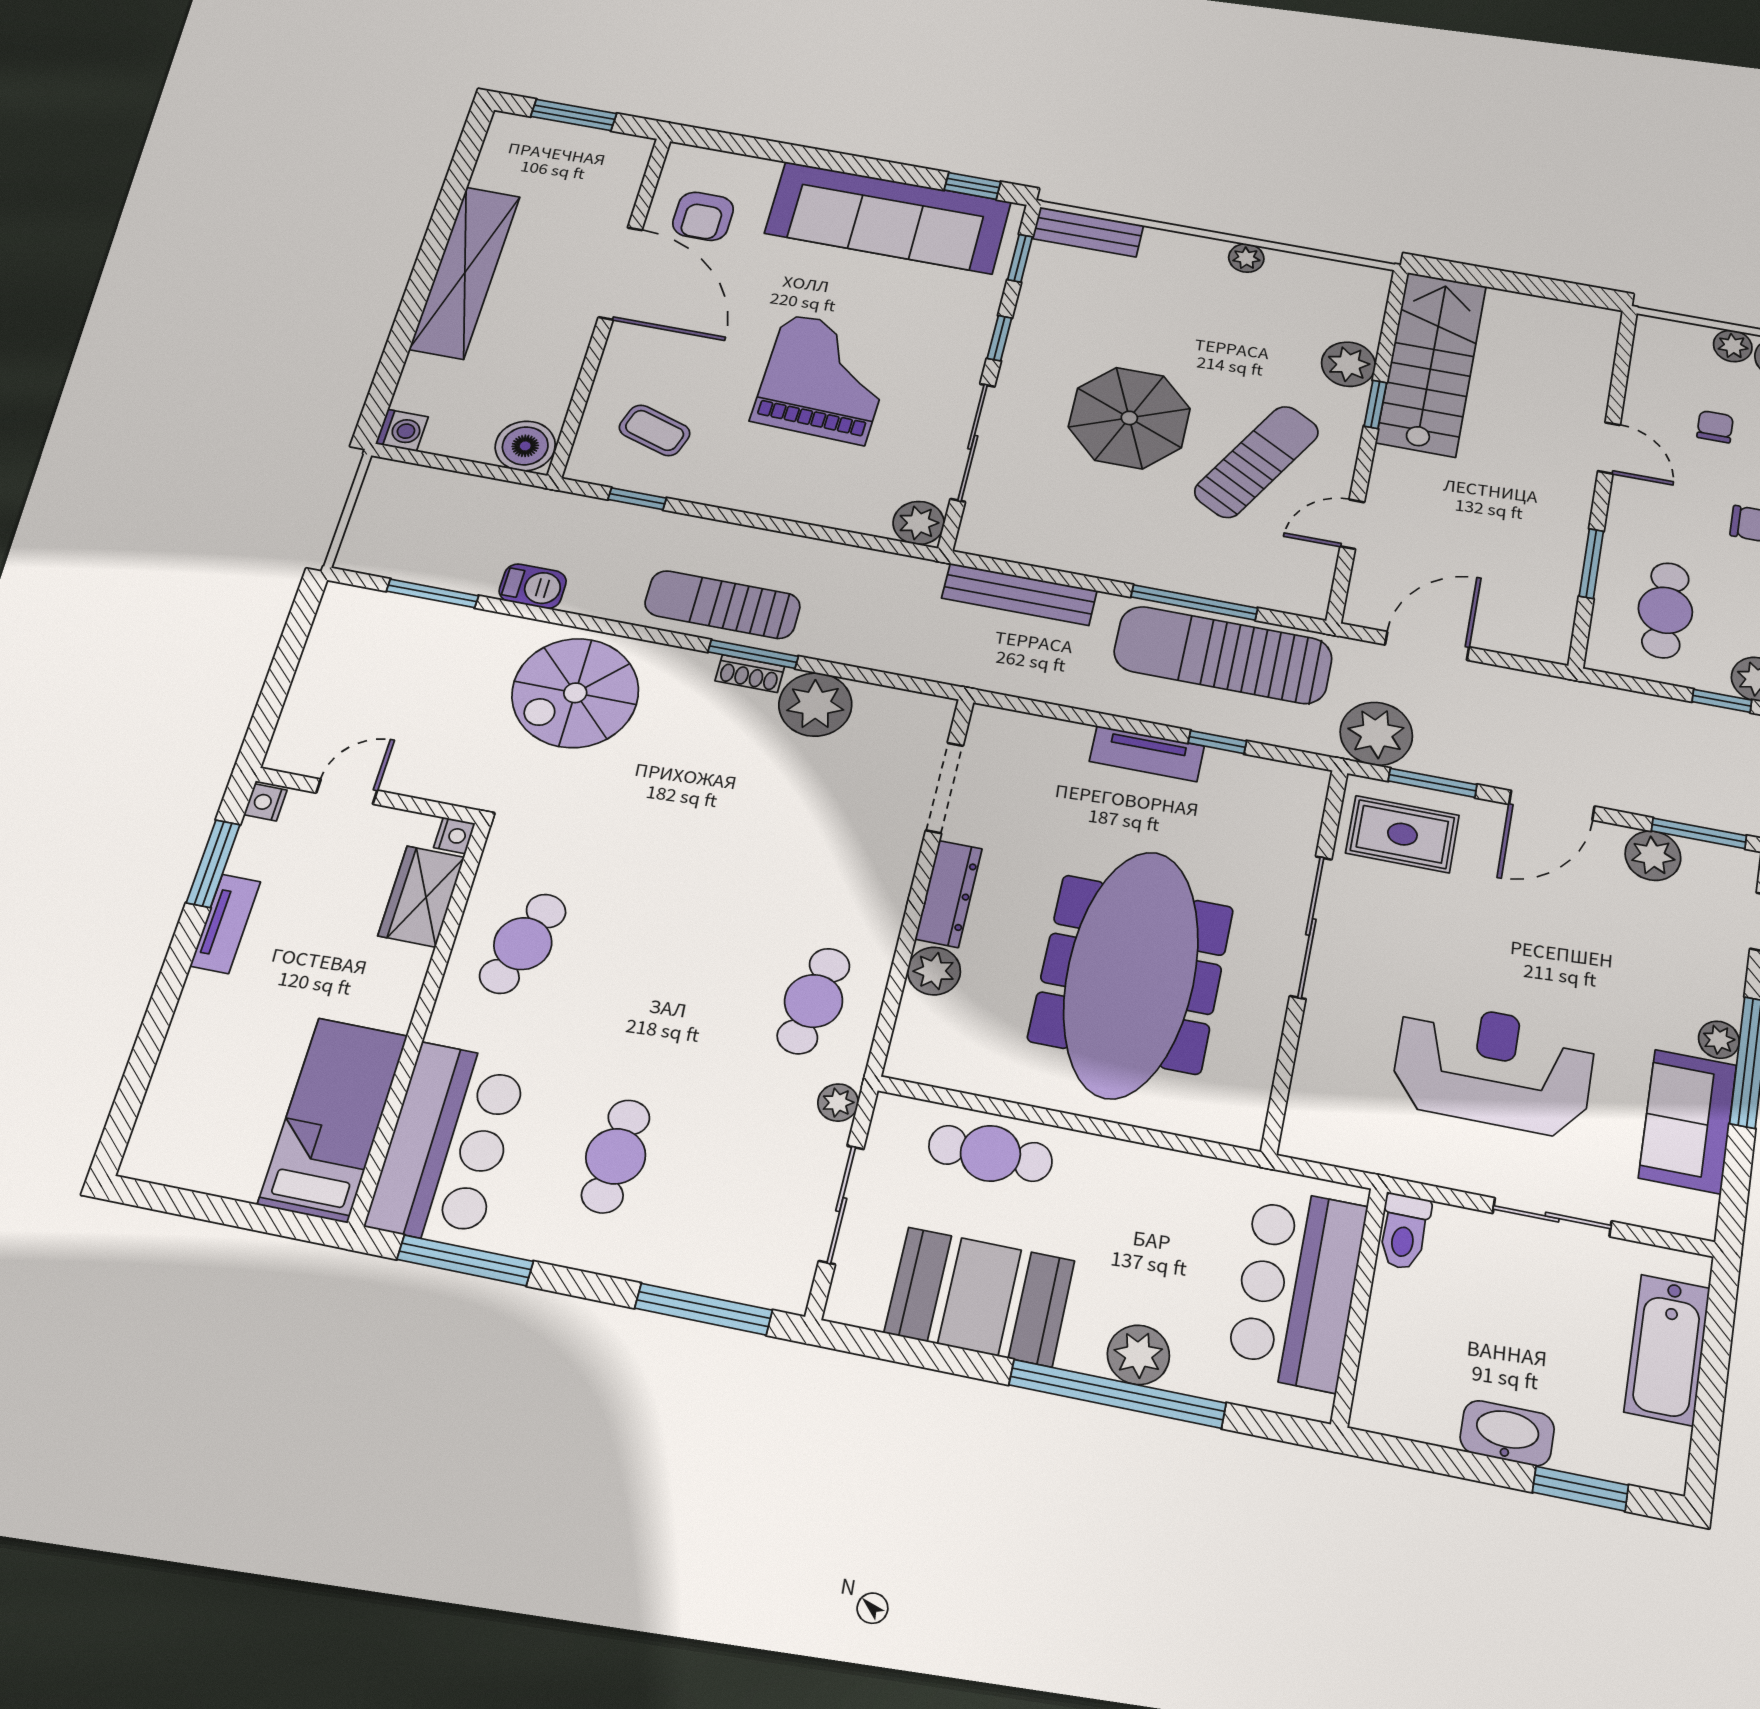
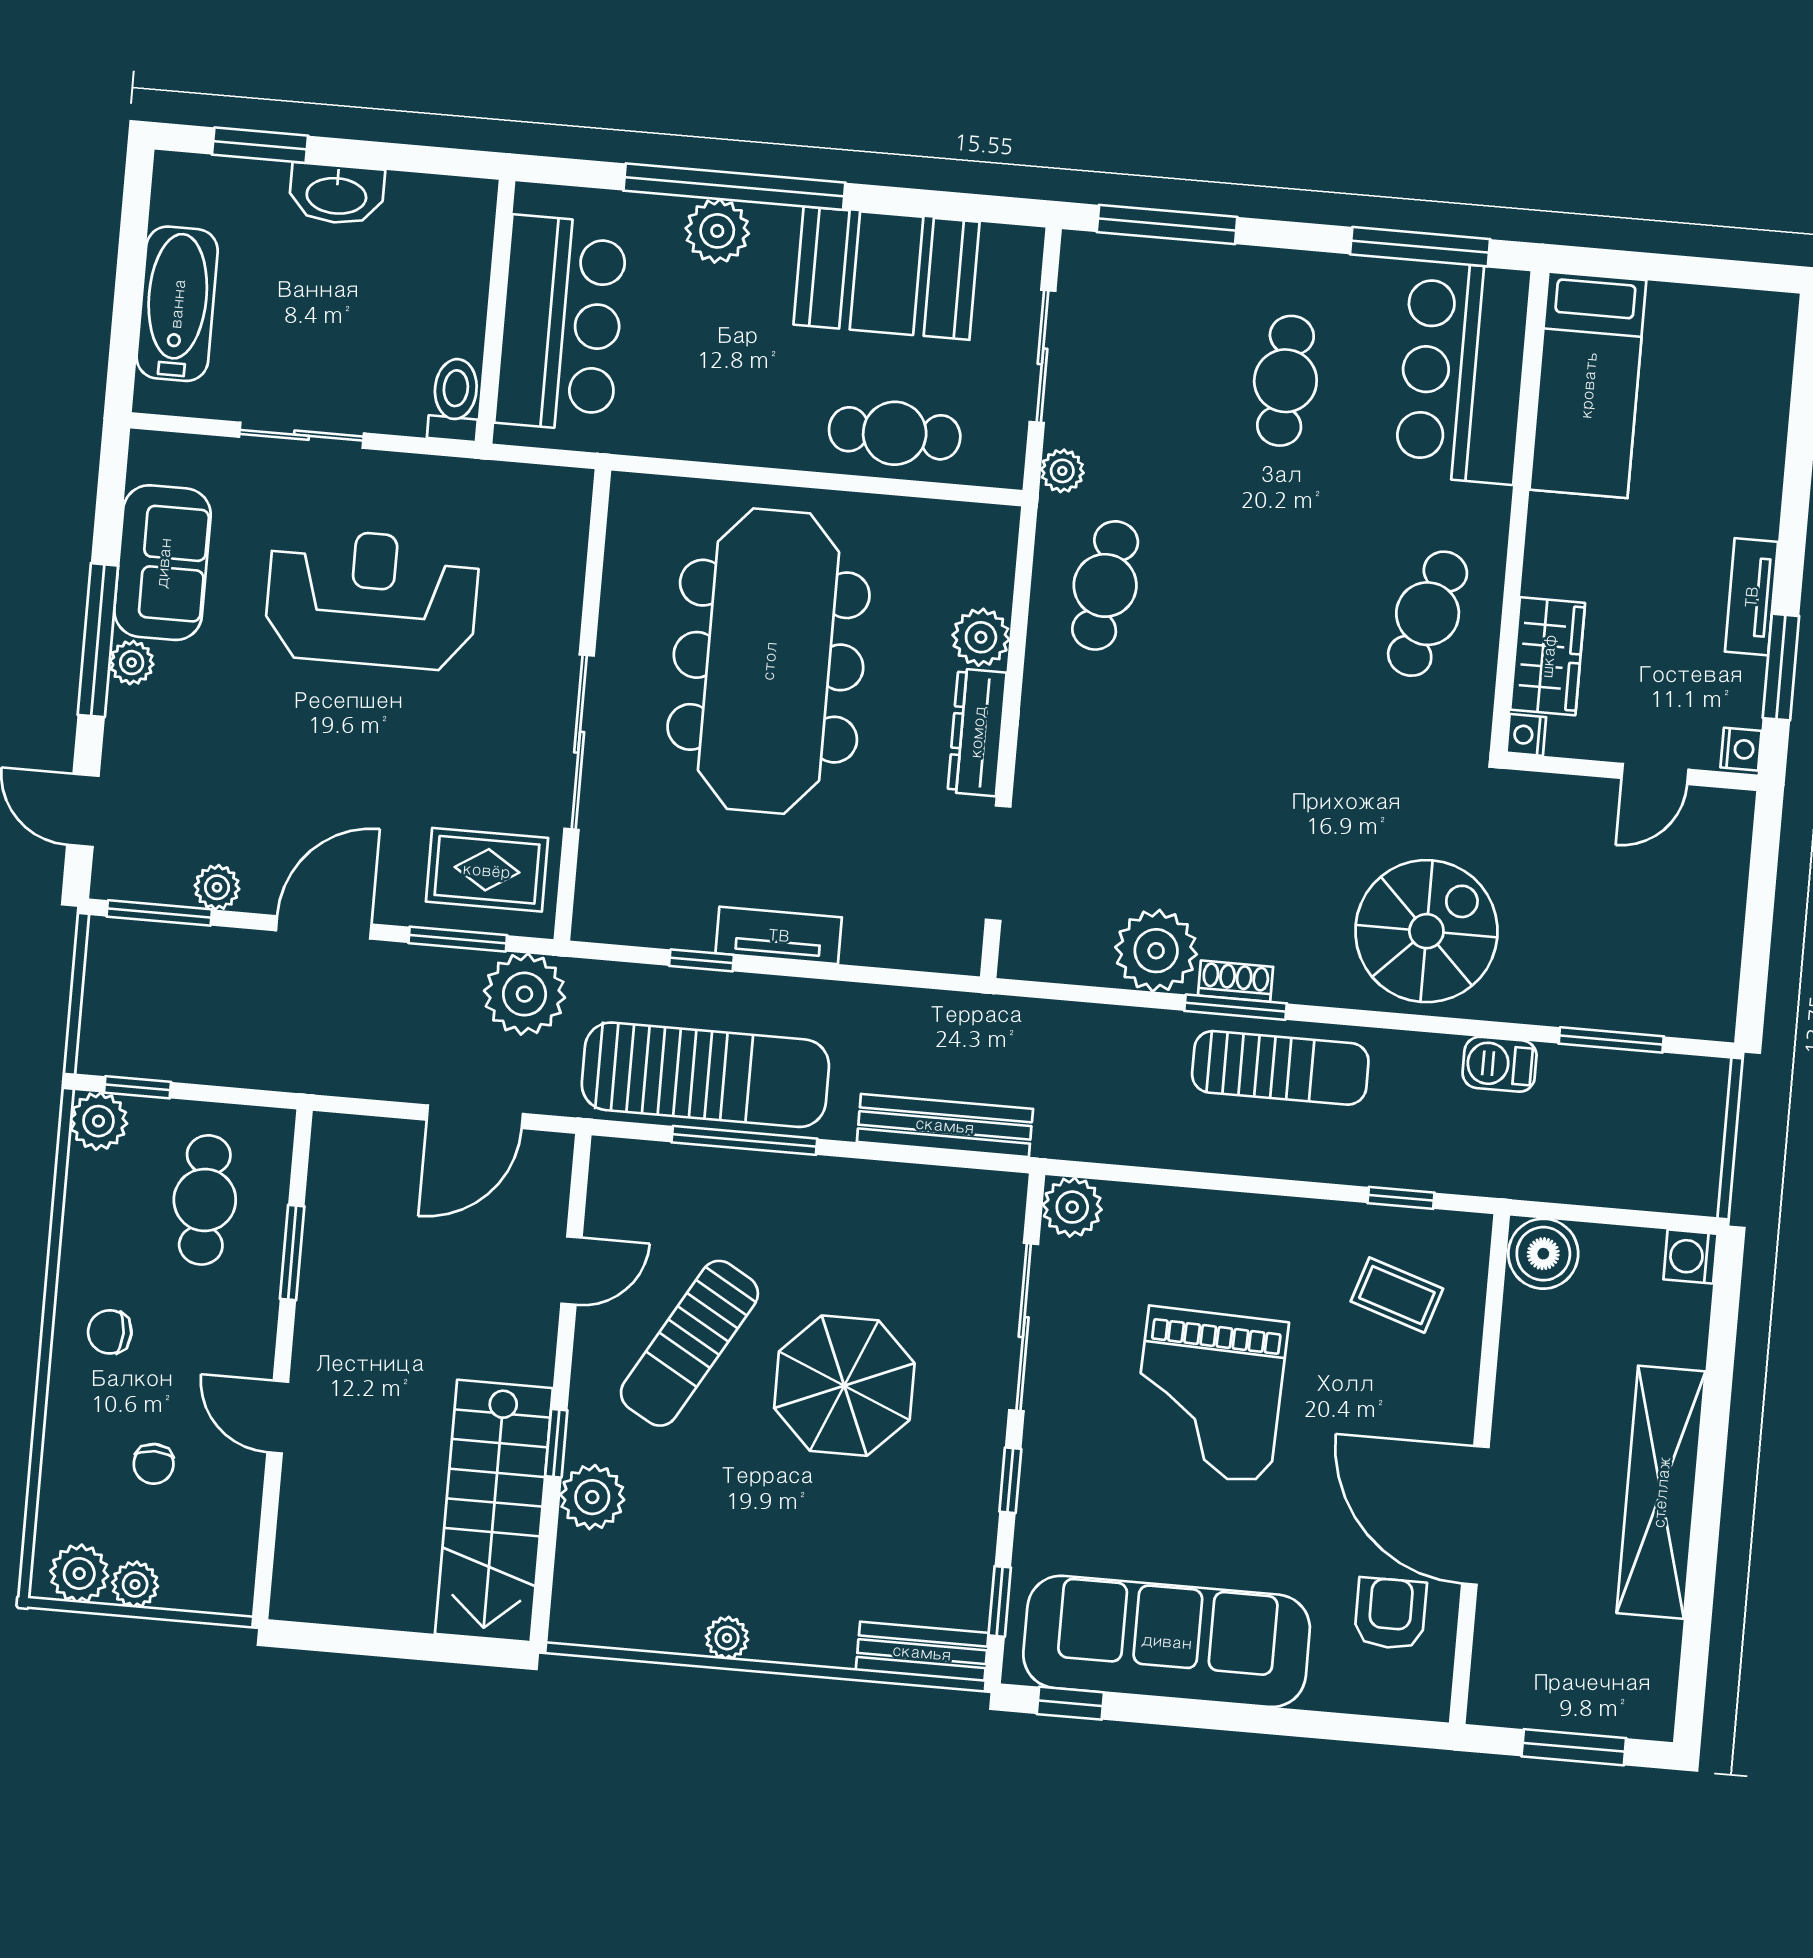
plant: (1653, 856) -> (217, 887), width x0.73, depth x0.73
reception desk: (1493, 1068) -> (372, 599), turned 180

